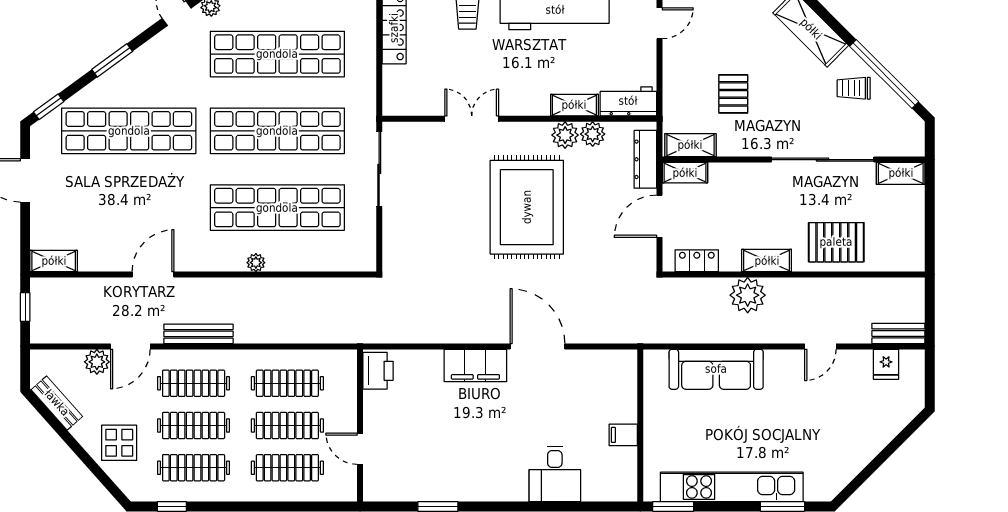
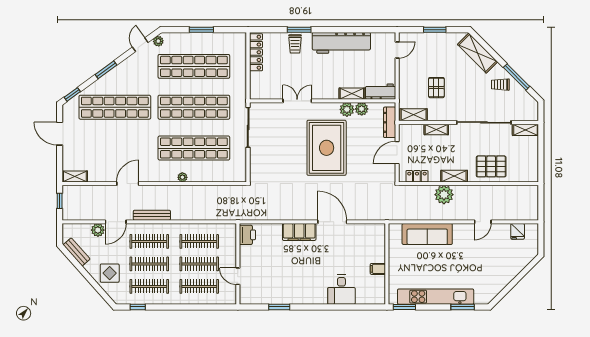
window: (884, 74) -> (517, 77), width x0.68
shelving: (685, 173) -> (436, 129), moved
bench: (898, 333) -> (524, 215), removed

